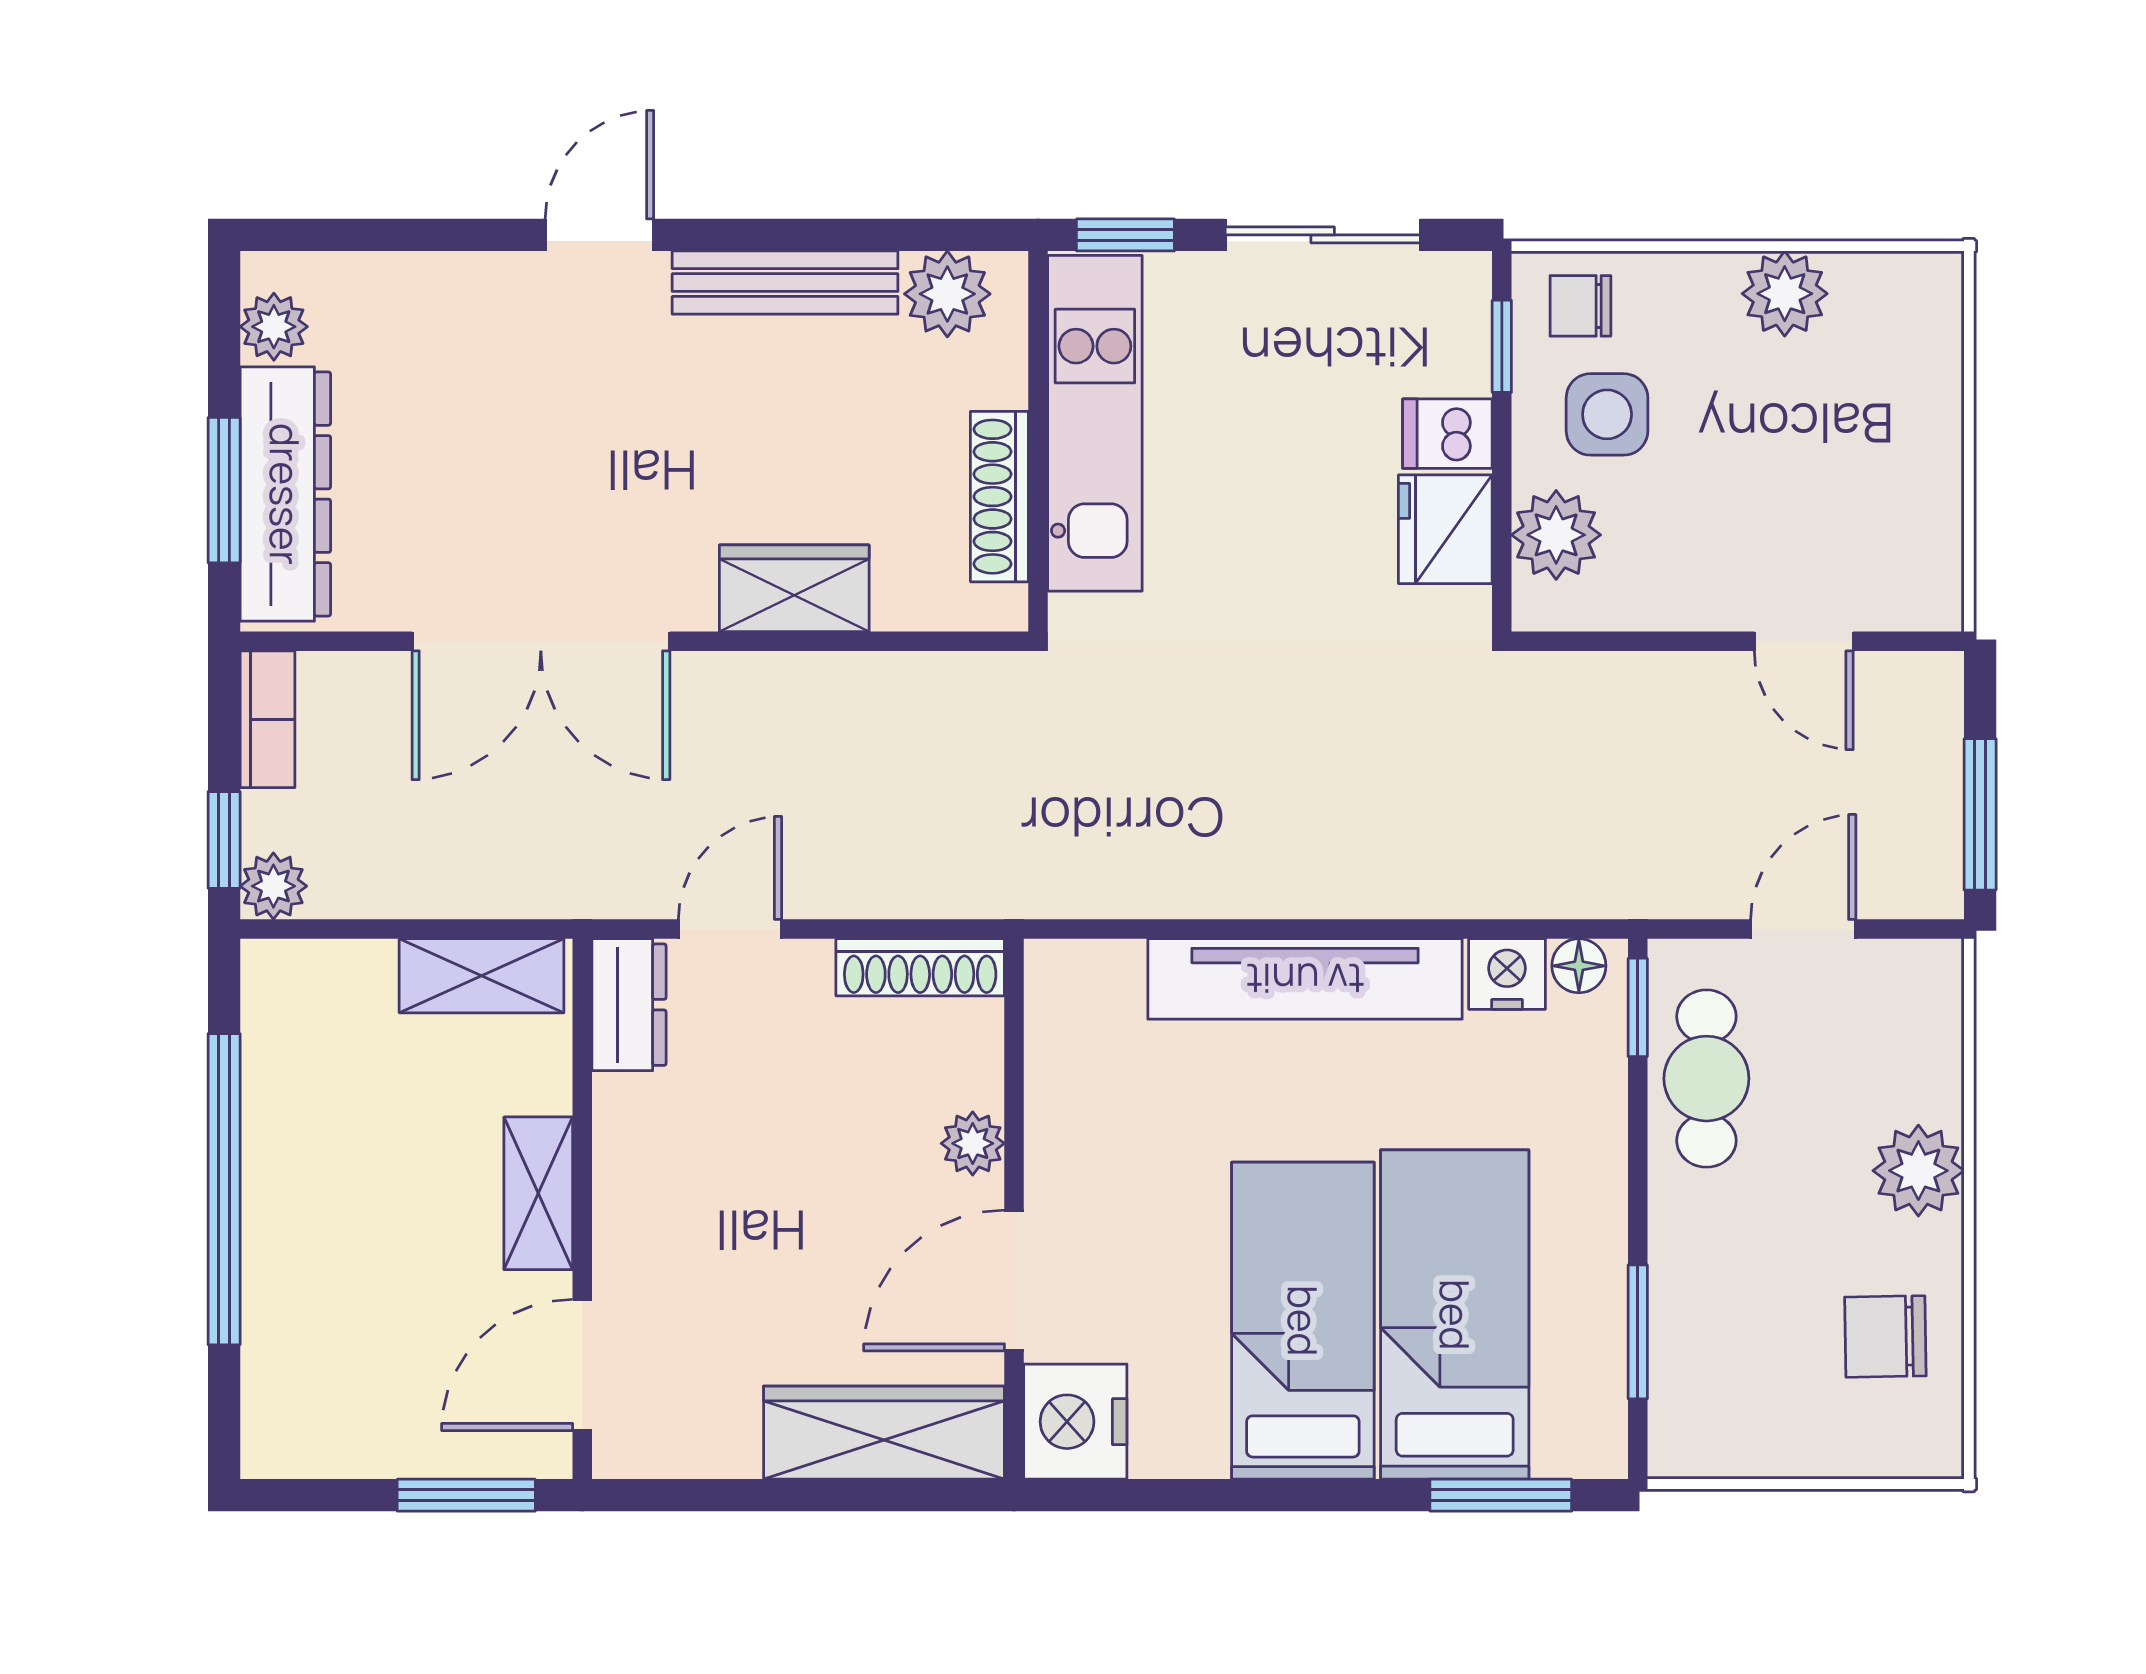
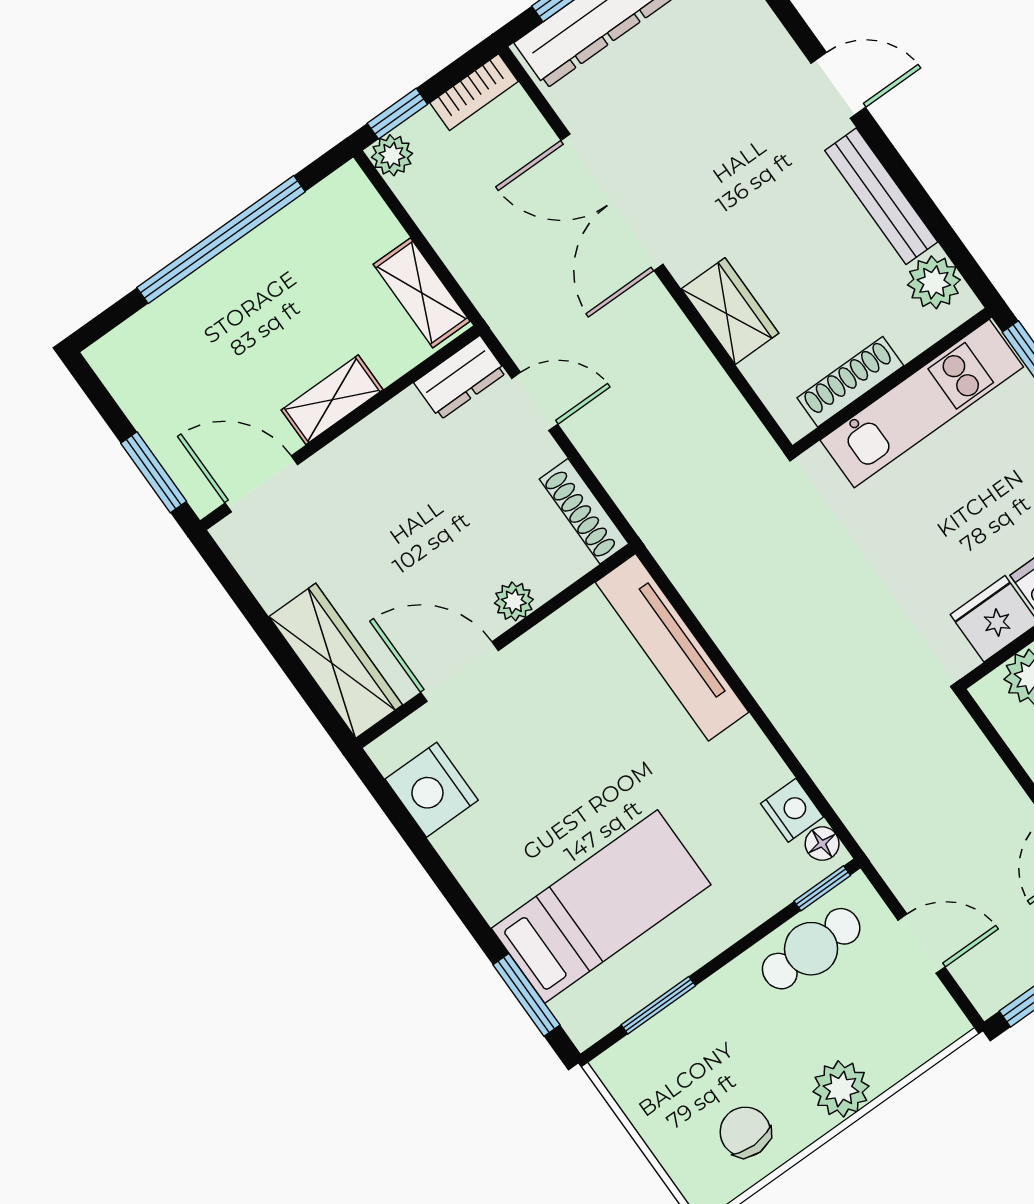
tv unit: (1305, 979) -> (672, 647), moved
bed: (1303, 1321) -> (543, 832), removed
nightstand: (1075, 1422) -> (432, 790), moved, turned -90

